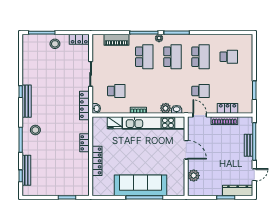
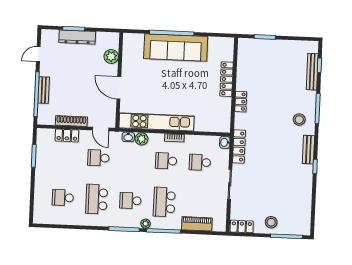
school desk: (172, 57) -> (130, 201), width x0.54
school desk: (144, 91) -> (166, 161), added
bench: (27, 101) -> (308, 150), width x0.73
fridge: (115, 123) -> (203, 124), removed
dresser: (238, 190) -> (77, 37), moved

